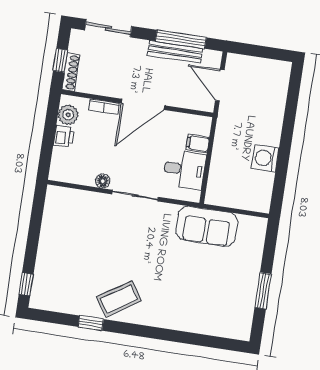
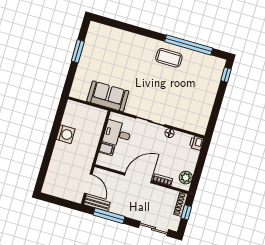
bench: (175, 52) -> (97, 204), moved, width x0.73
printer: (64, 136) -> (196, 143), moved
coffee table: (119, 299) -> (169, 58), turned 33
window: (91, 323) -> (189, 45), width x3.17

